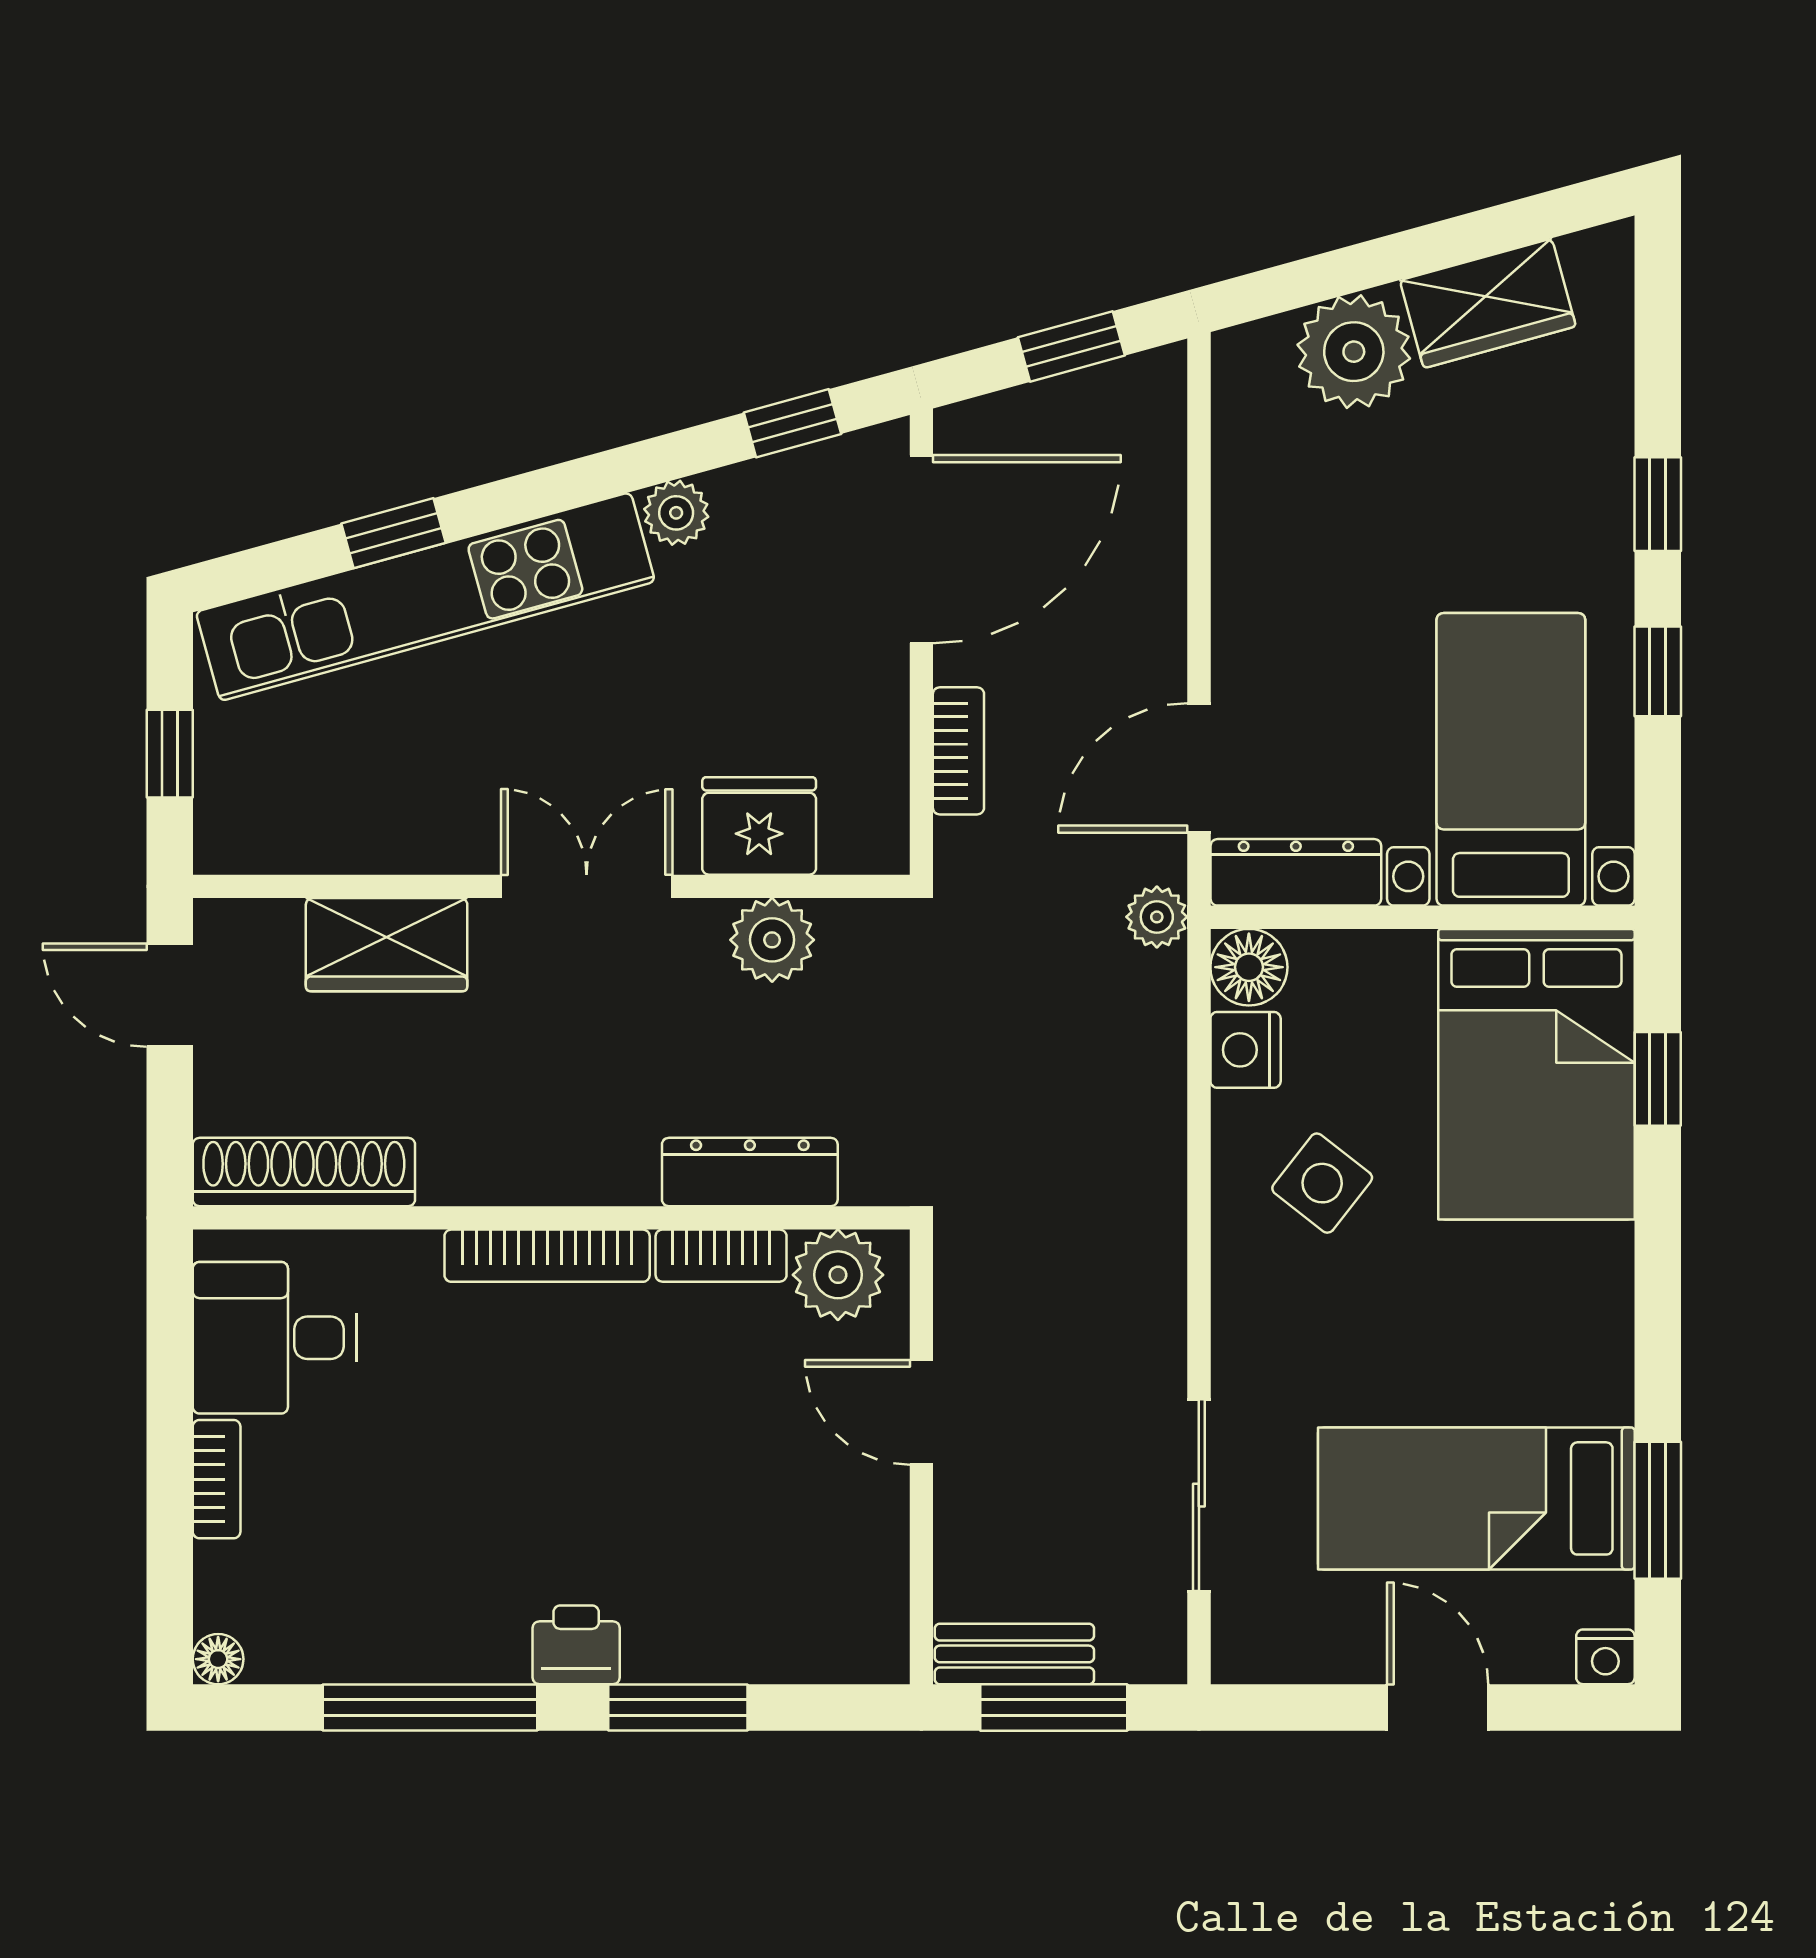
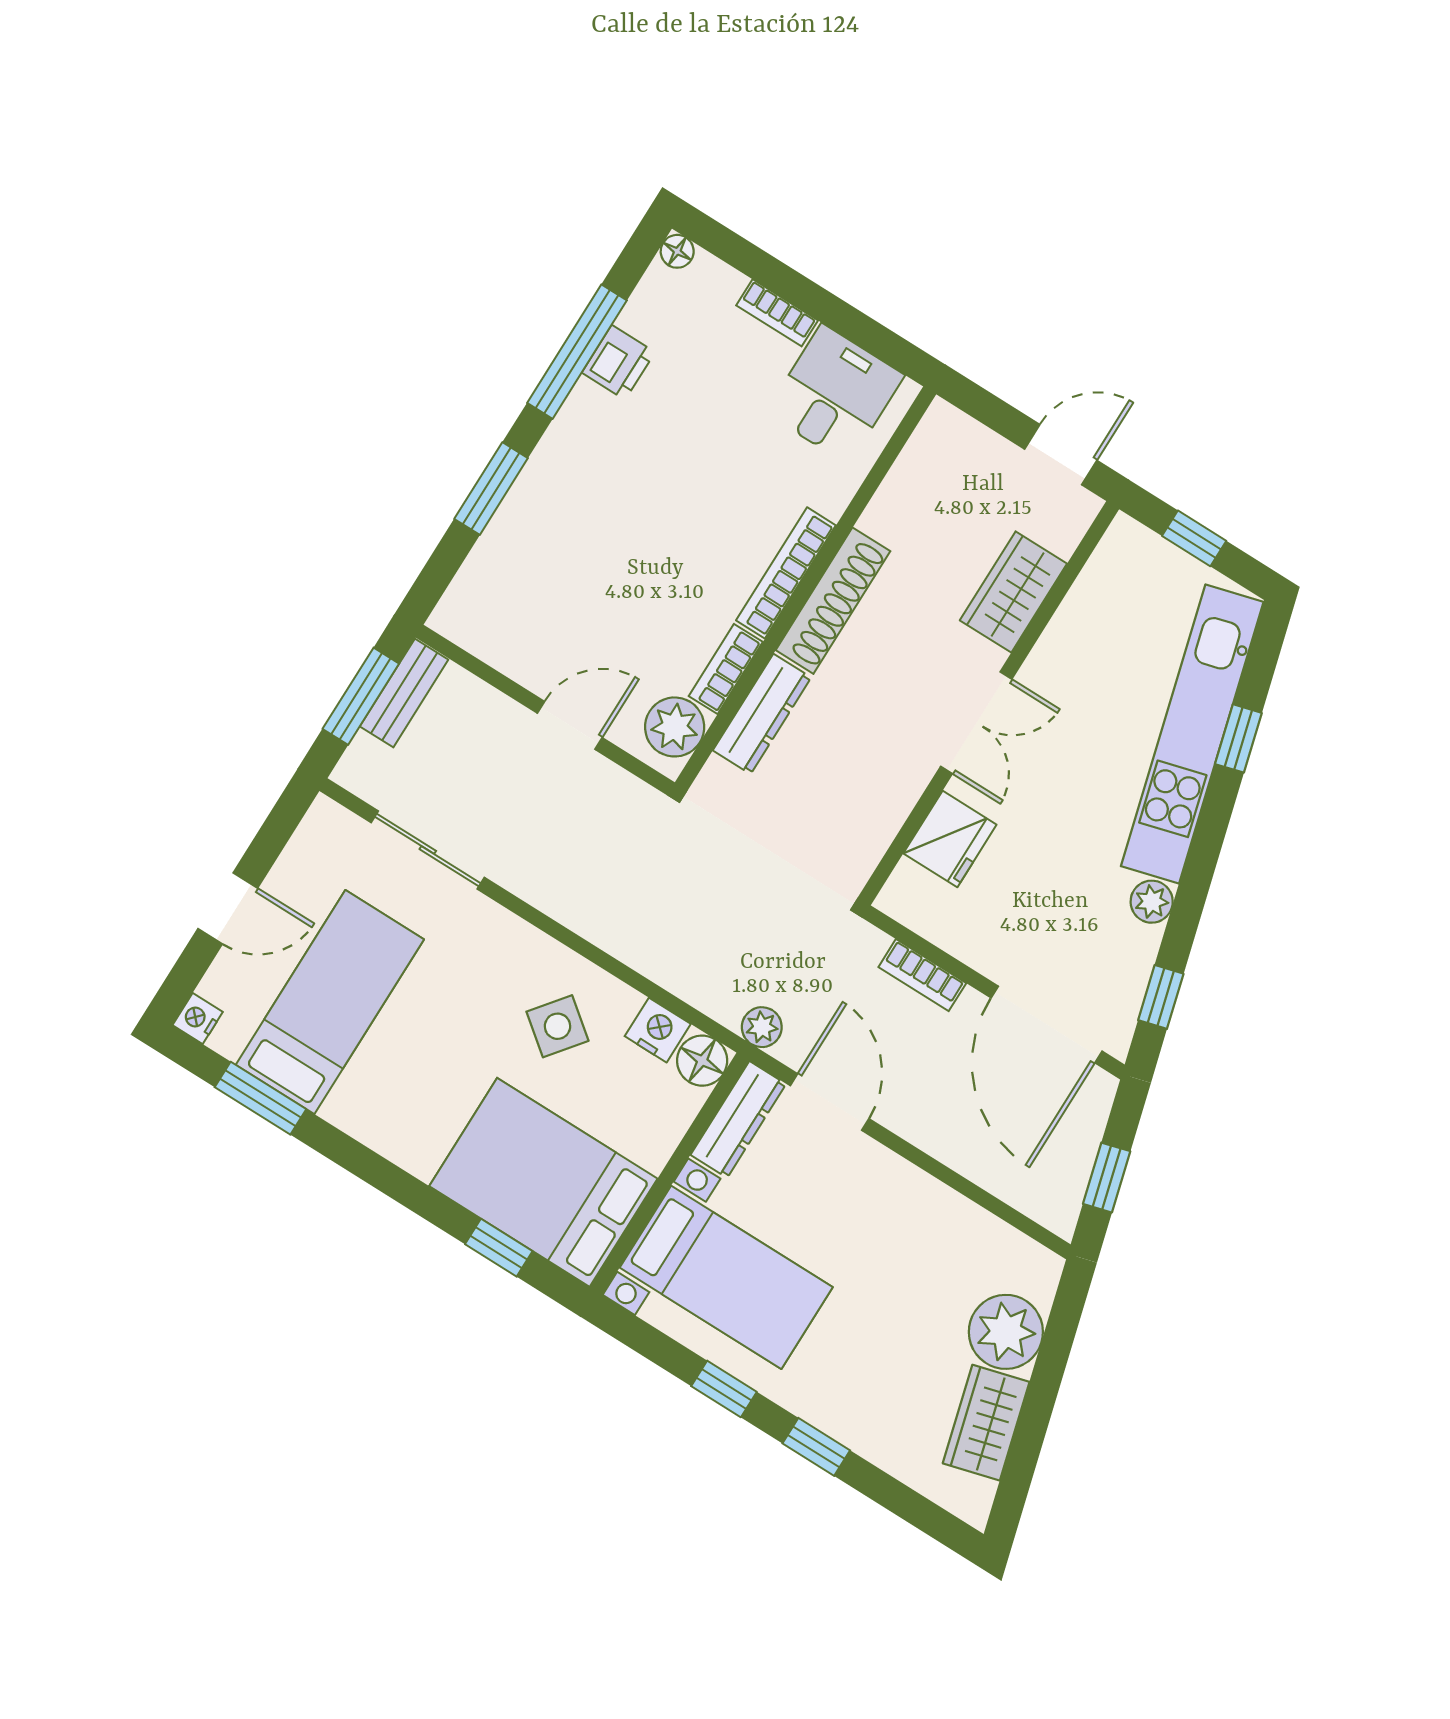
plant: (772, 940) -> (882, 807), removed
shoe rack: (304, 1172) -> (833, 601), moved
printer: (576, 1645) -> (618, 362), moved

